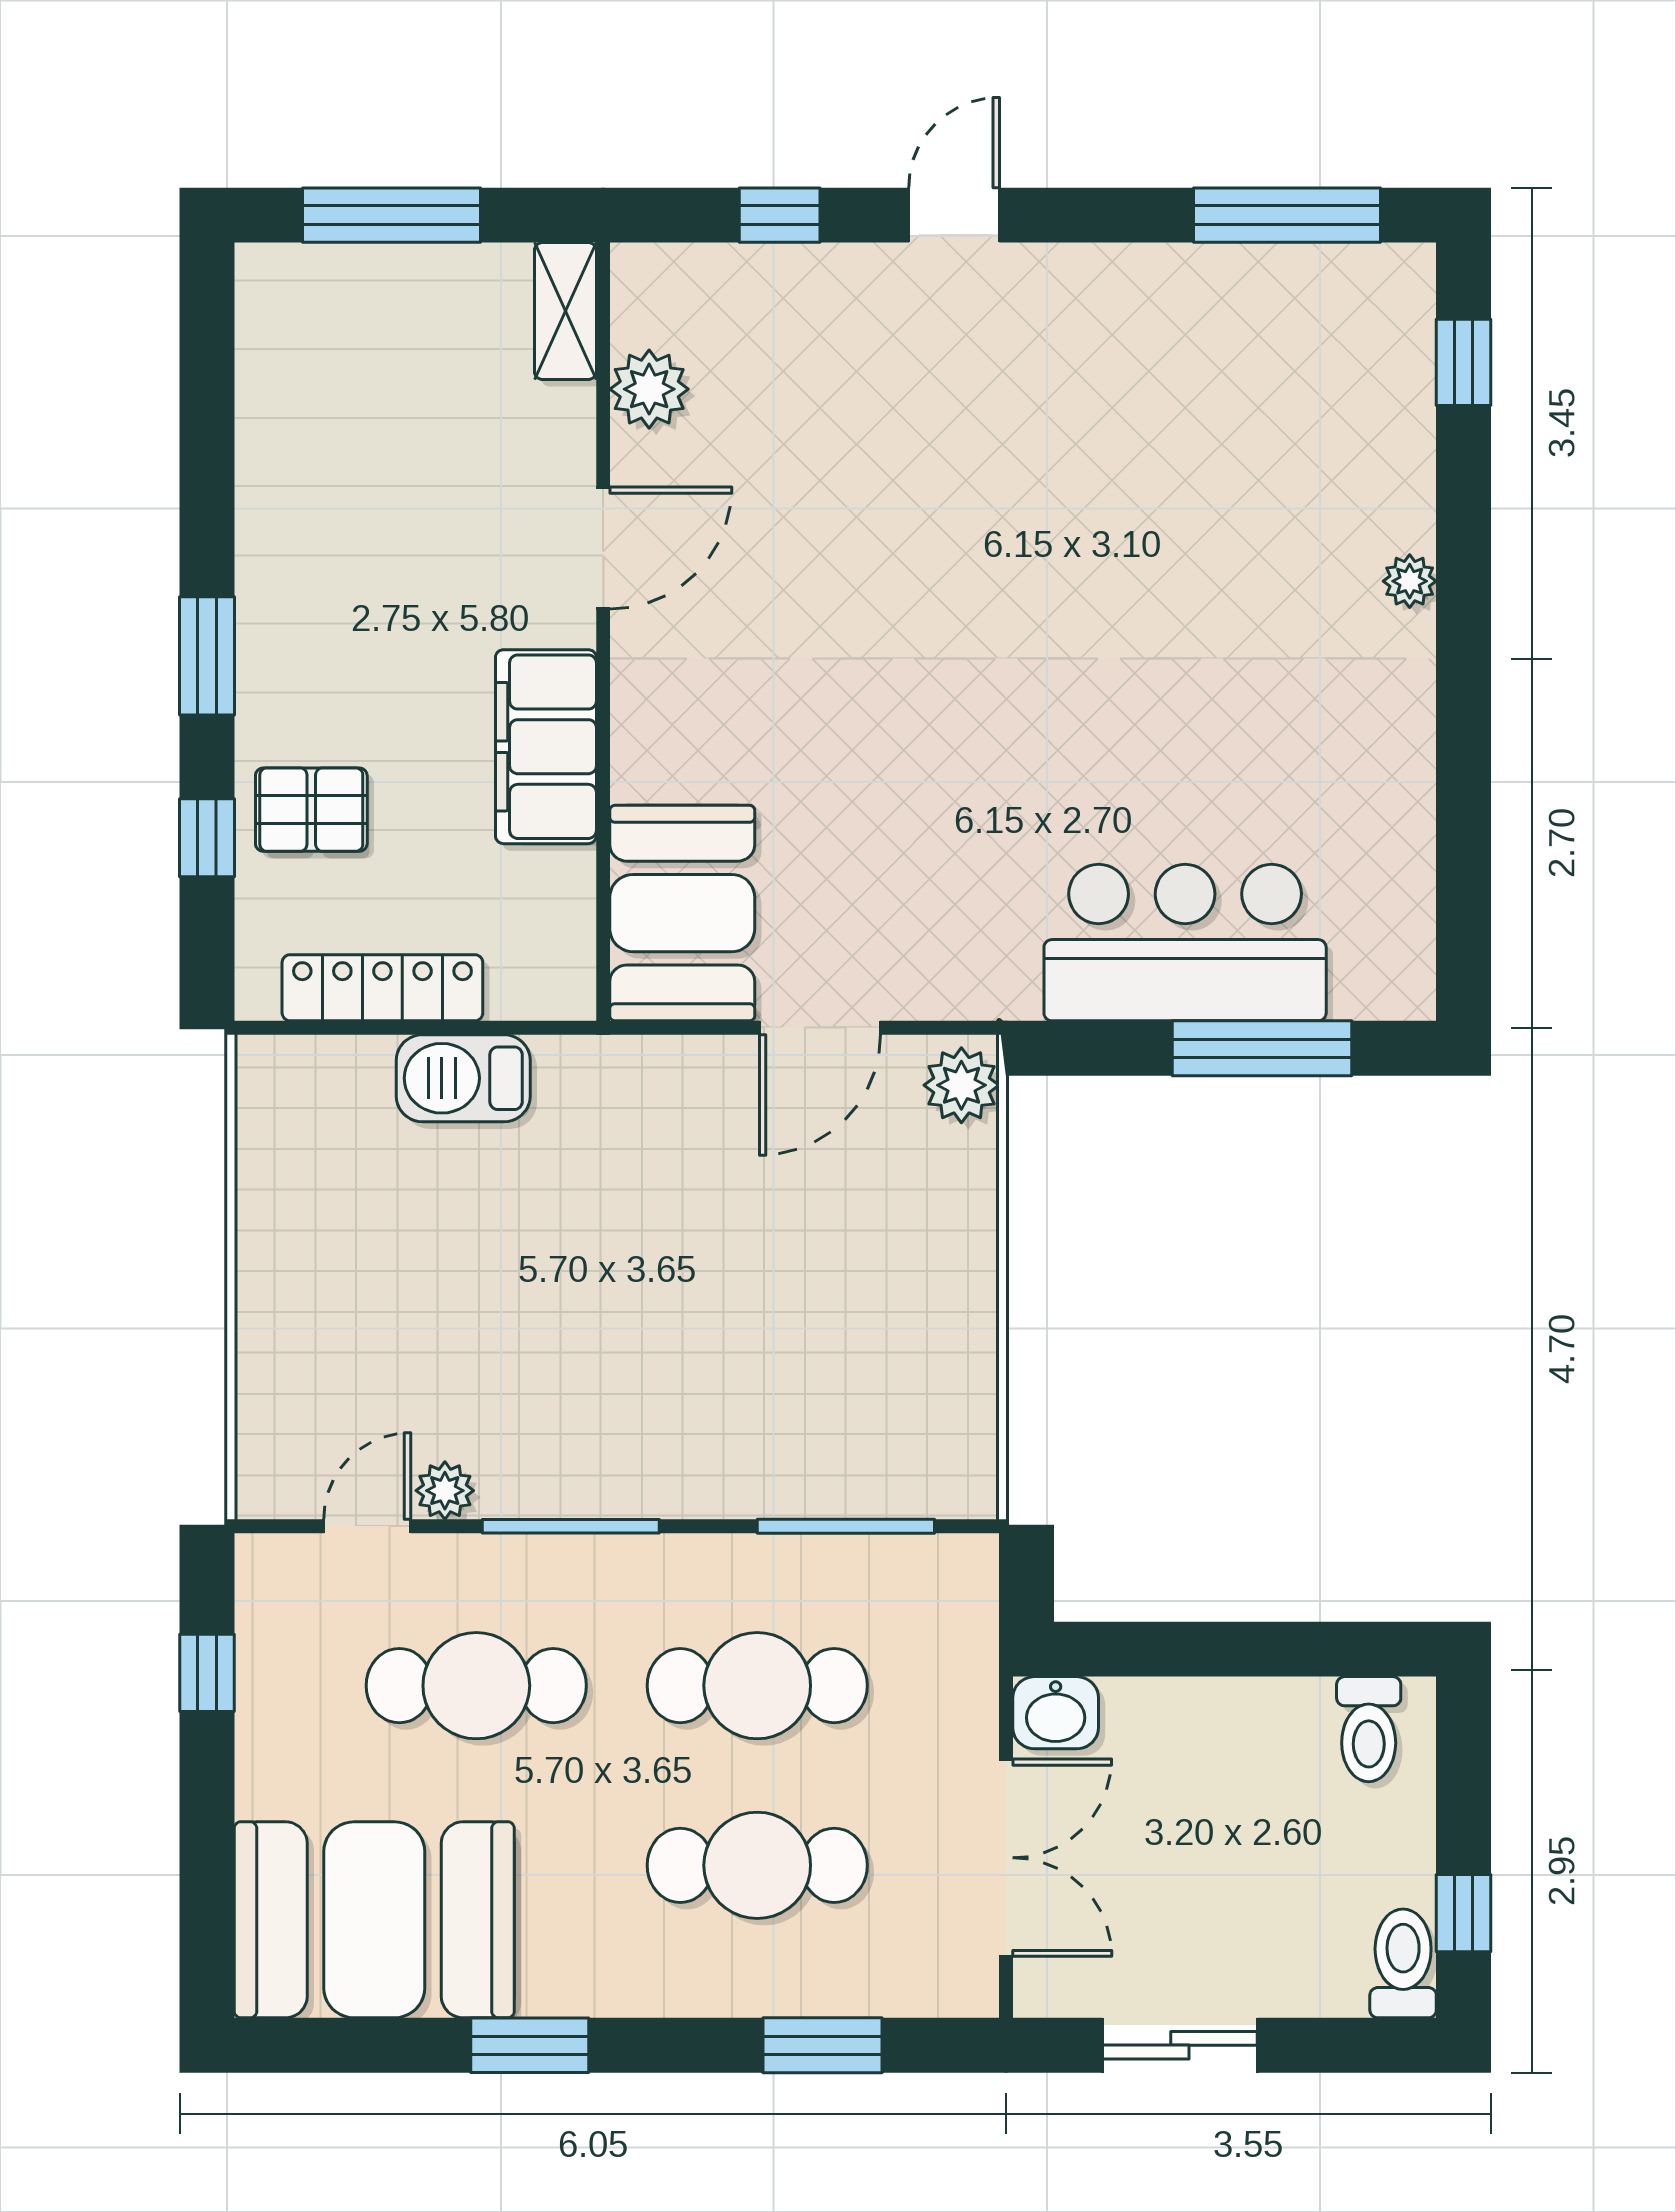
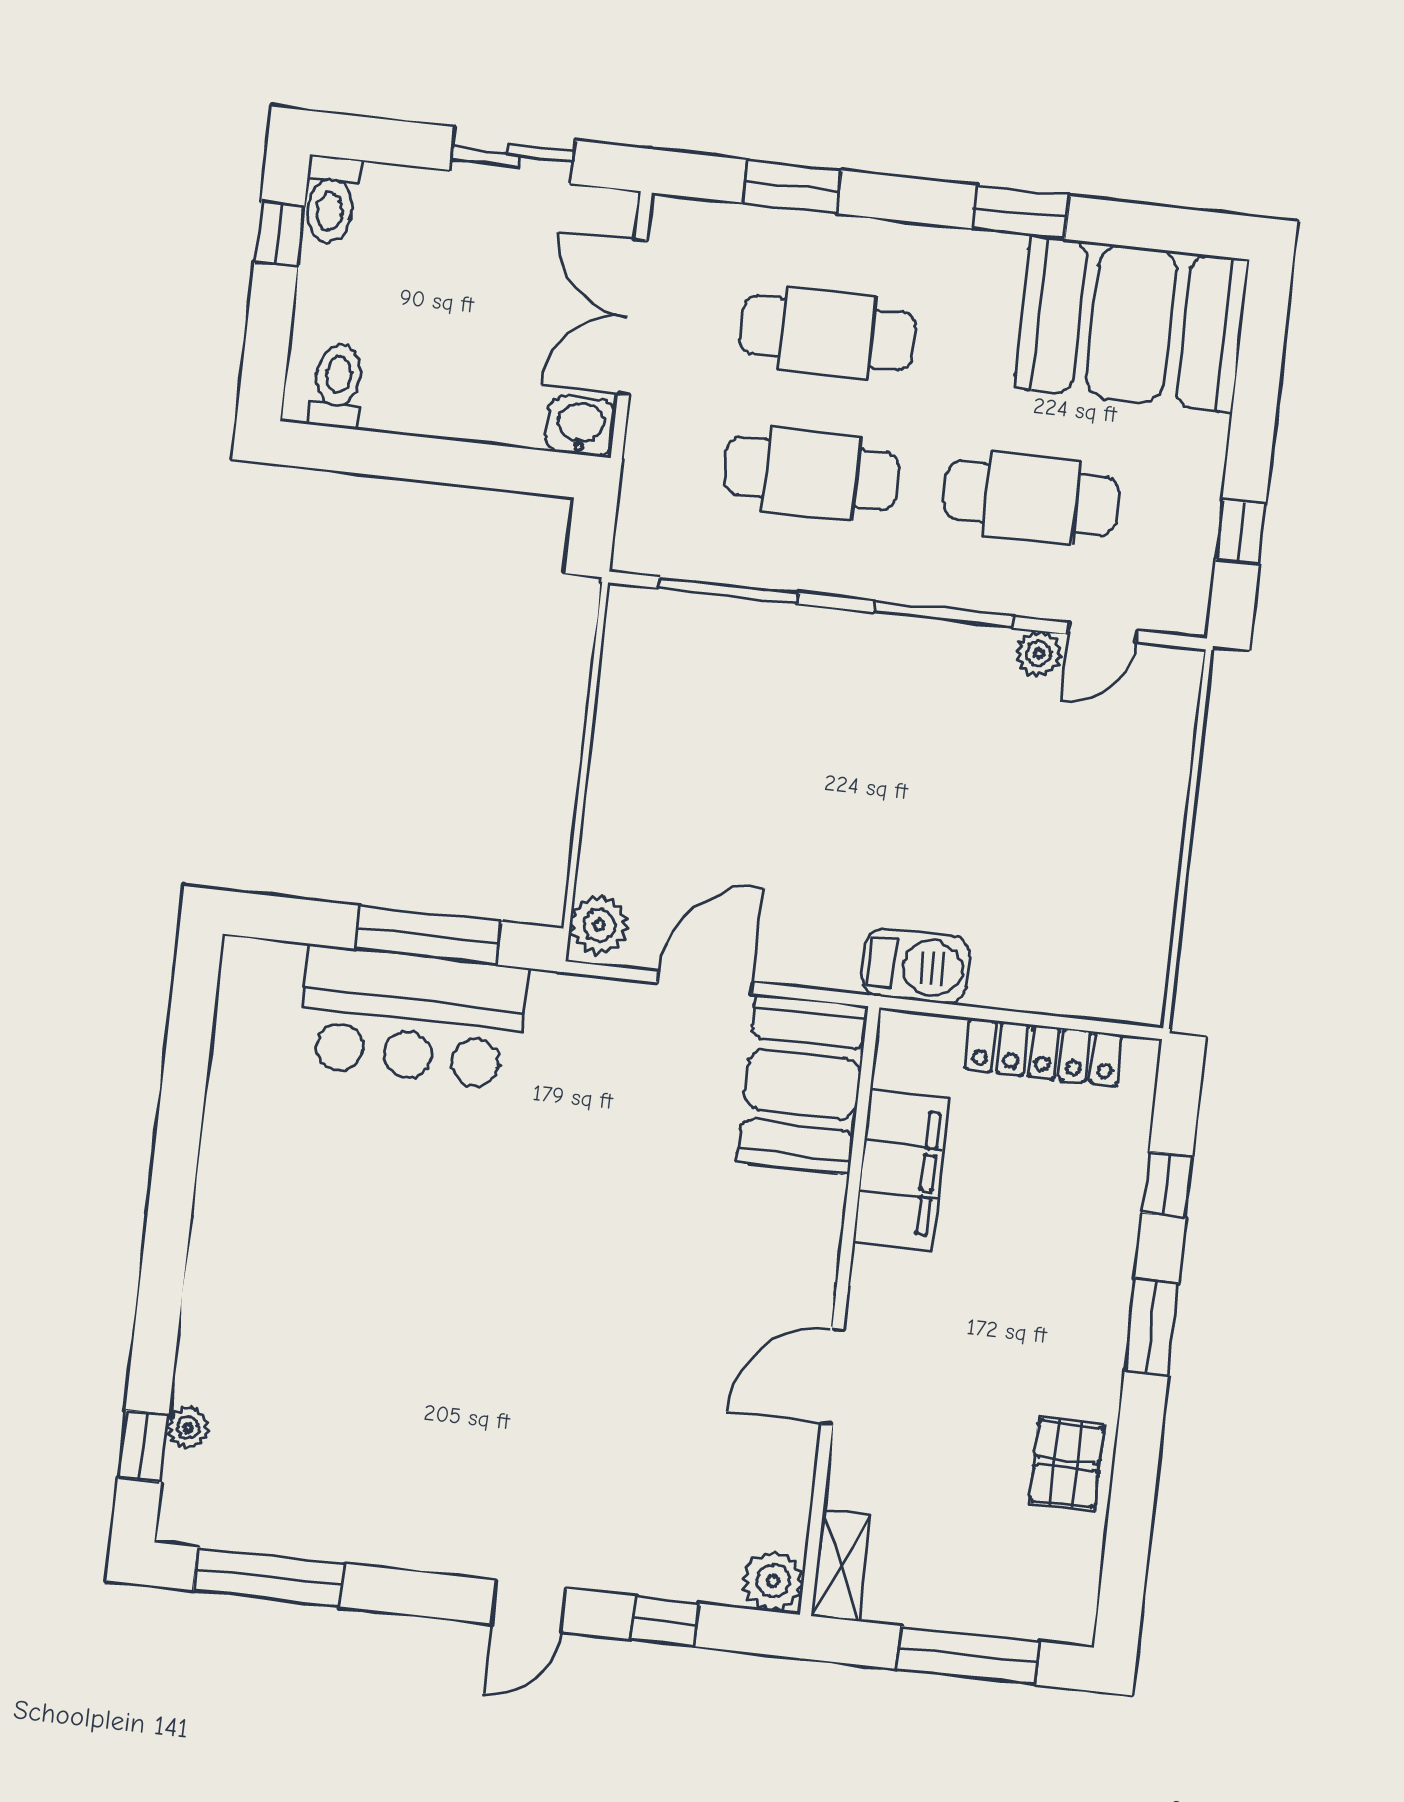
plant: (649, 389) -> (773, 1581), moved
plant: (1410, 581) -> (188, 1428), moved
filing cabinet: (546, 747) -> (901, 1170), moved
pallet: (311, 810) -> (1067, 1464), moved, turned 90
window: (1262, 1048) -> (428, 935), moved
barbecue: (463, 1078) -> (916, 966), moved

